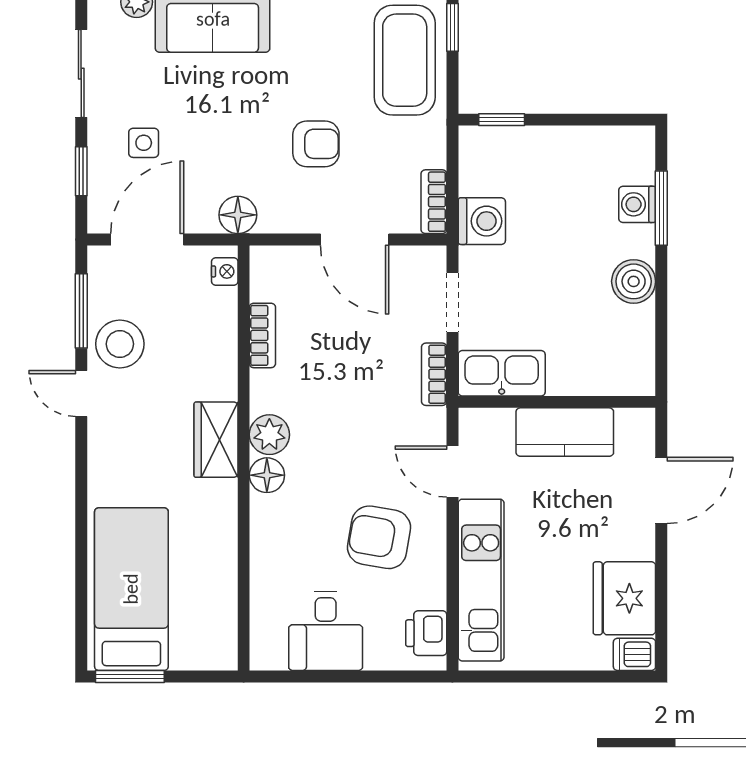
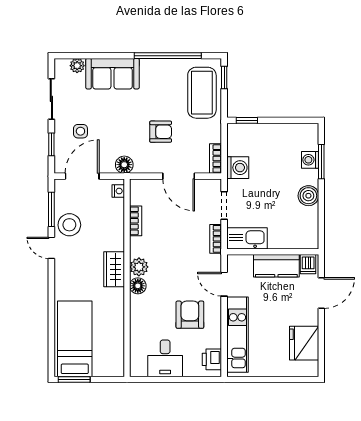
armchair: (379, 537) -> (190, 315), turned 80
dishwasher: (634, 654) -> (308, 264), moved, turned -90

